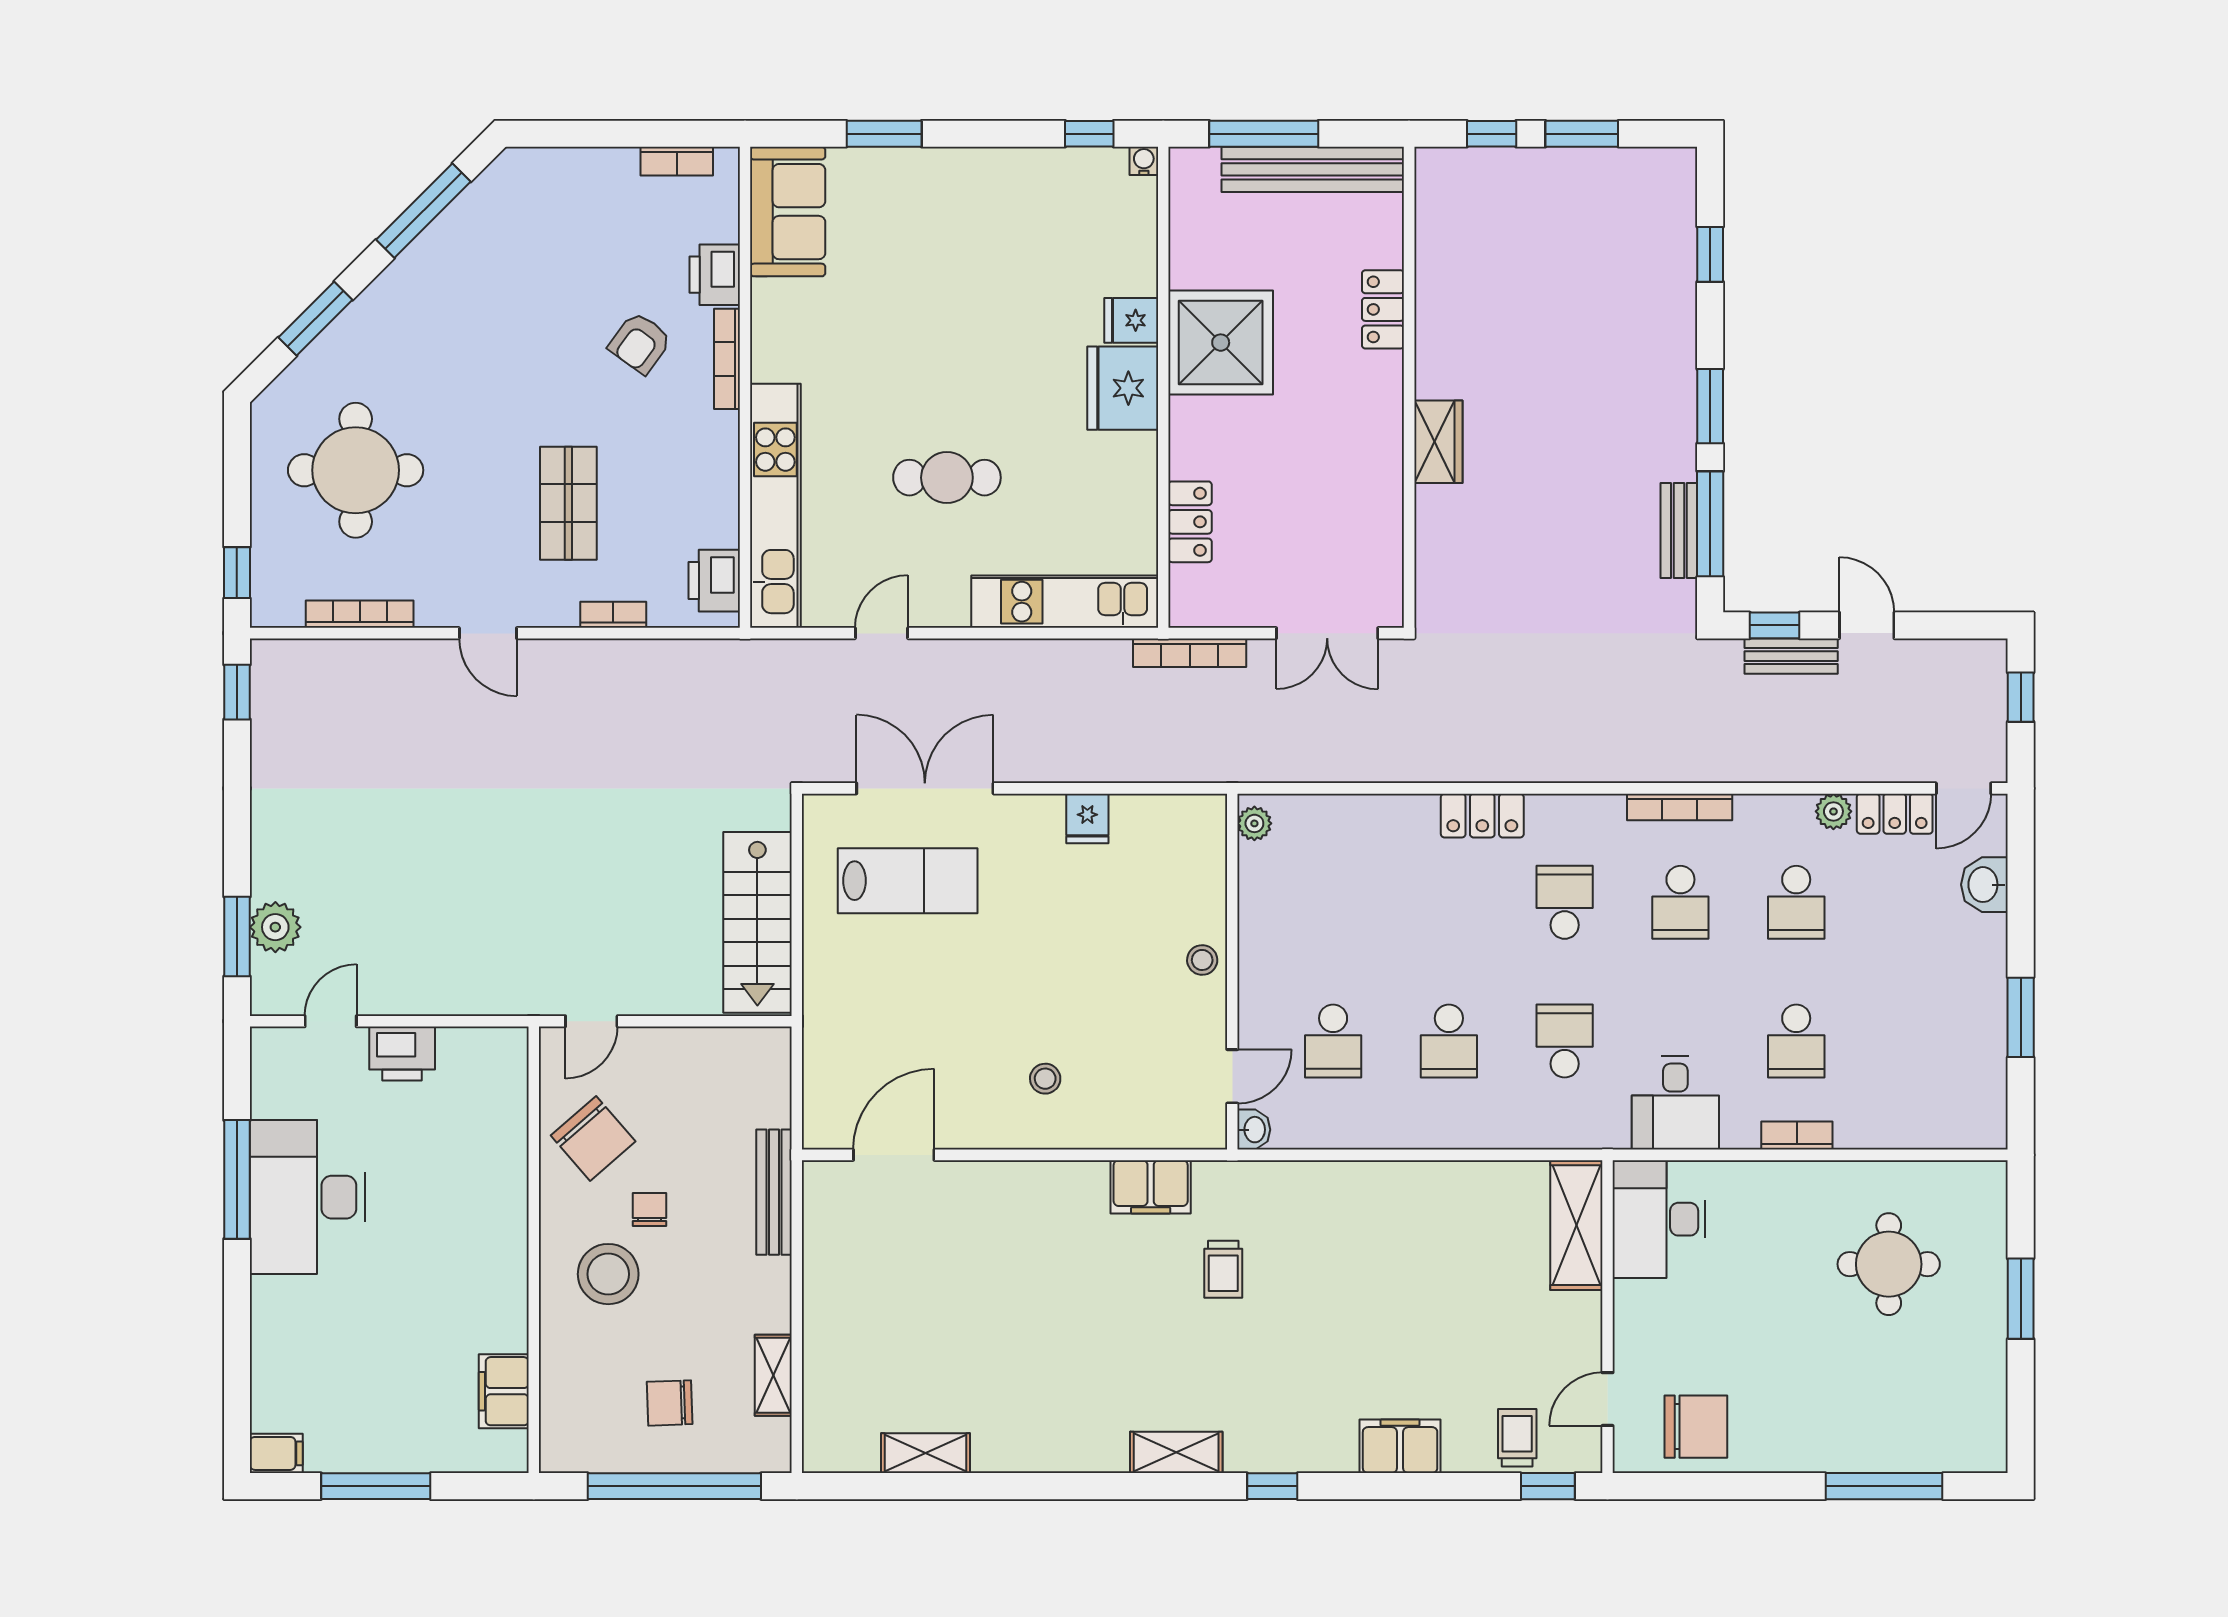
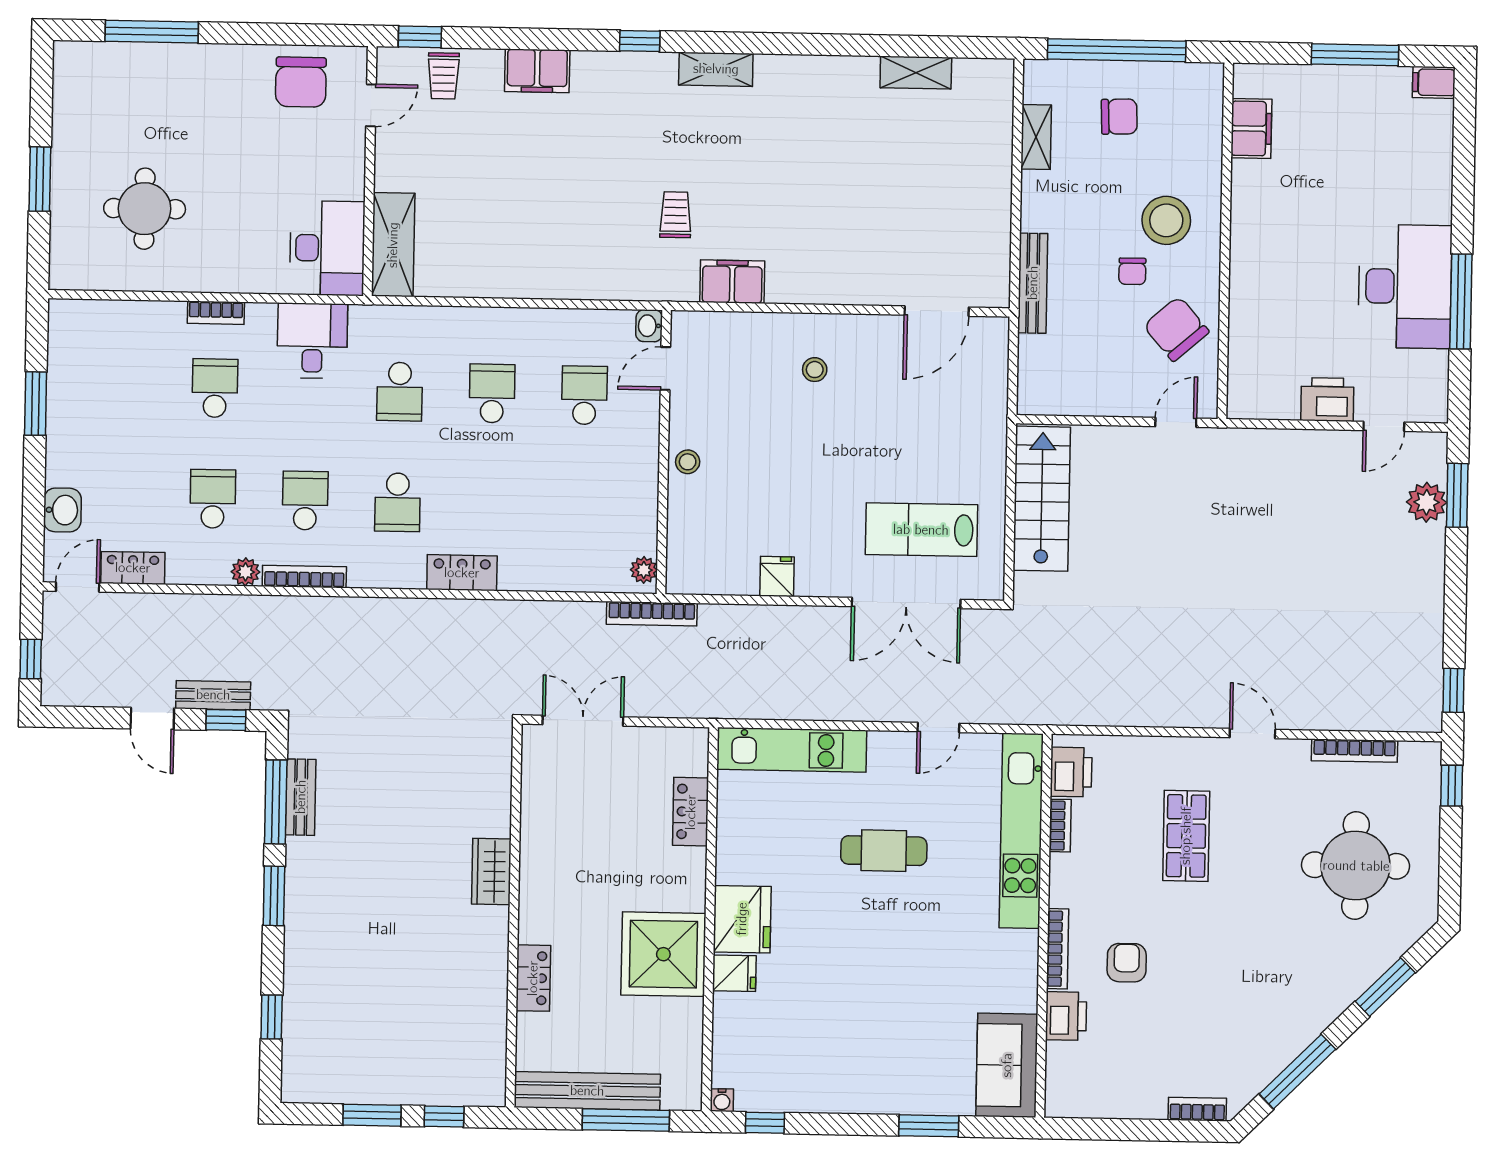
bookcase: (677, 161) -> (1197, 1109), moved
armchair: (640, 343) -> (1127, 963), turned -36
bookcase: (613, 615) -> (1060, 826), moved, turned -90
bookcase: (1190, 653) -> (652, 614), moved, turned 180
plant: (1833, 811) -> (245, 572), moved
chair: (1696, 1427) -> (301, 82), turned -90

